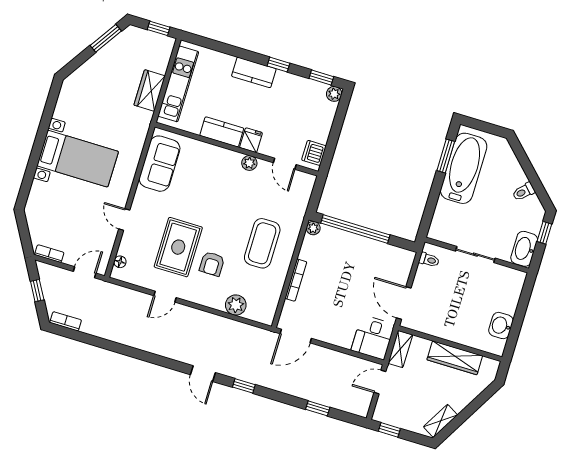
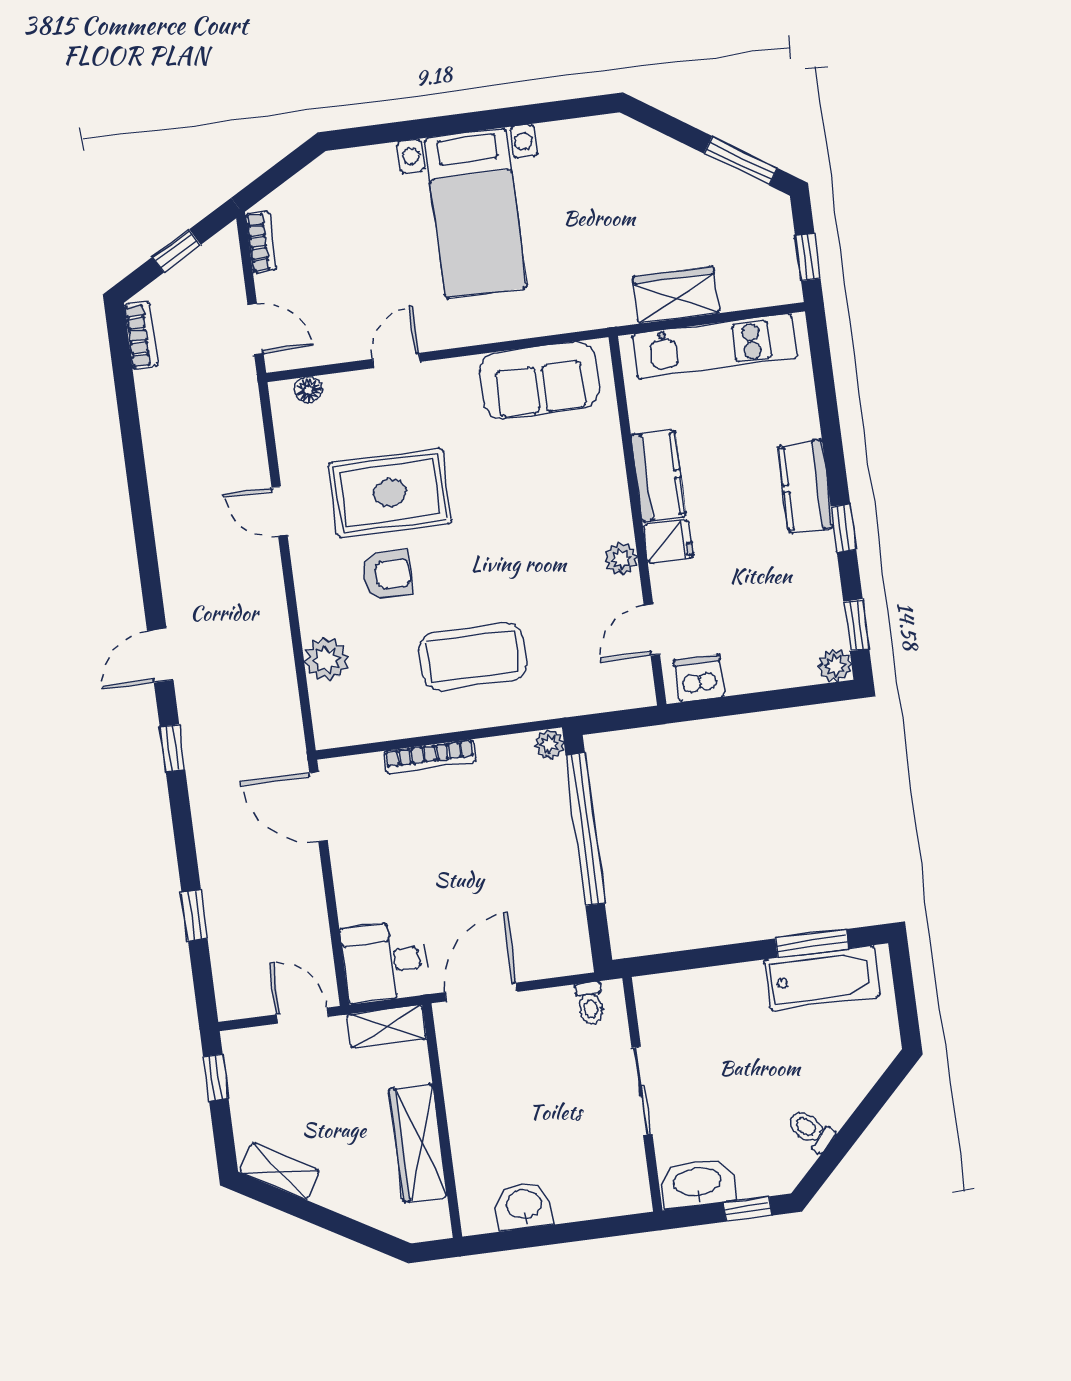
bathtub: (464, 168) -> (822, 978), width x0.73, depth x0.73
armchair: (212, 264) -> (387, 575), turned 180

